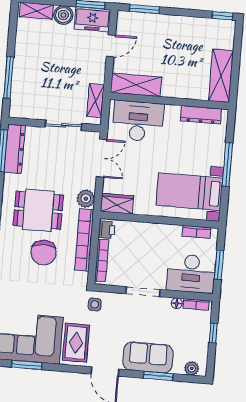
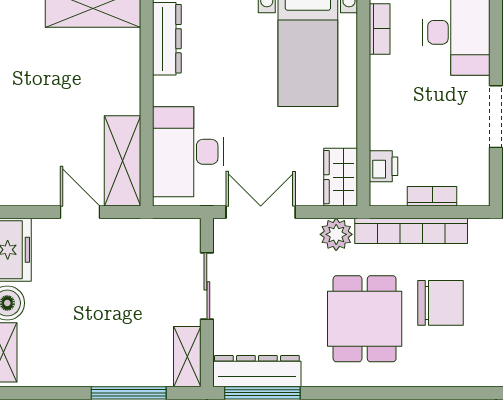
door: (111, 46) -> (80, 212), moved
shelving: (96, 101) -> (187, 357), moved, turned 90
printer: (107, 230) -> (384, 166), moved, turned 90
bookcase: (102, 260) -> (432, 196), width x0.64

